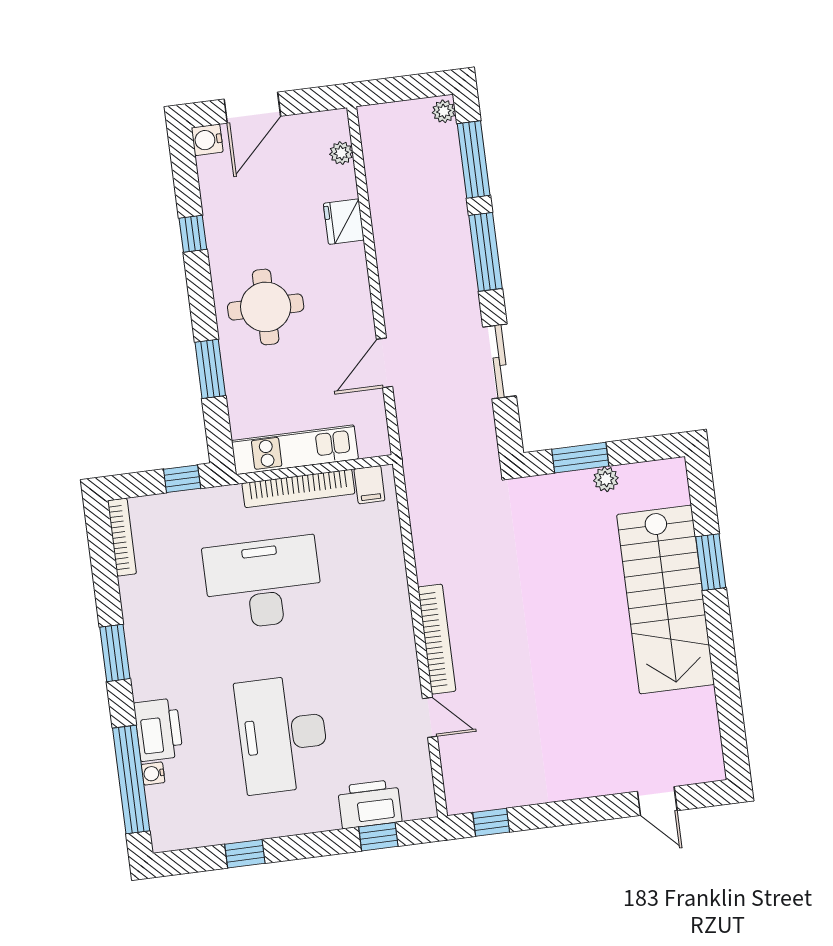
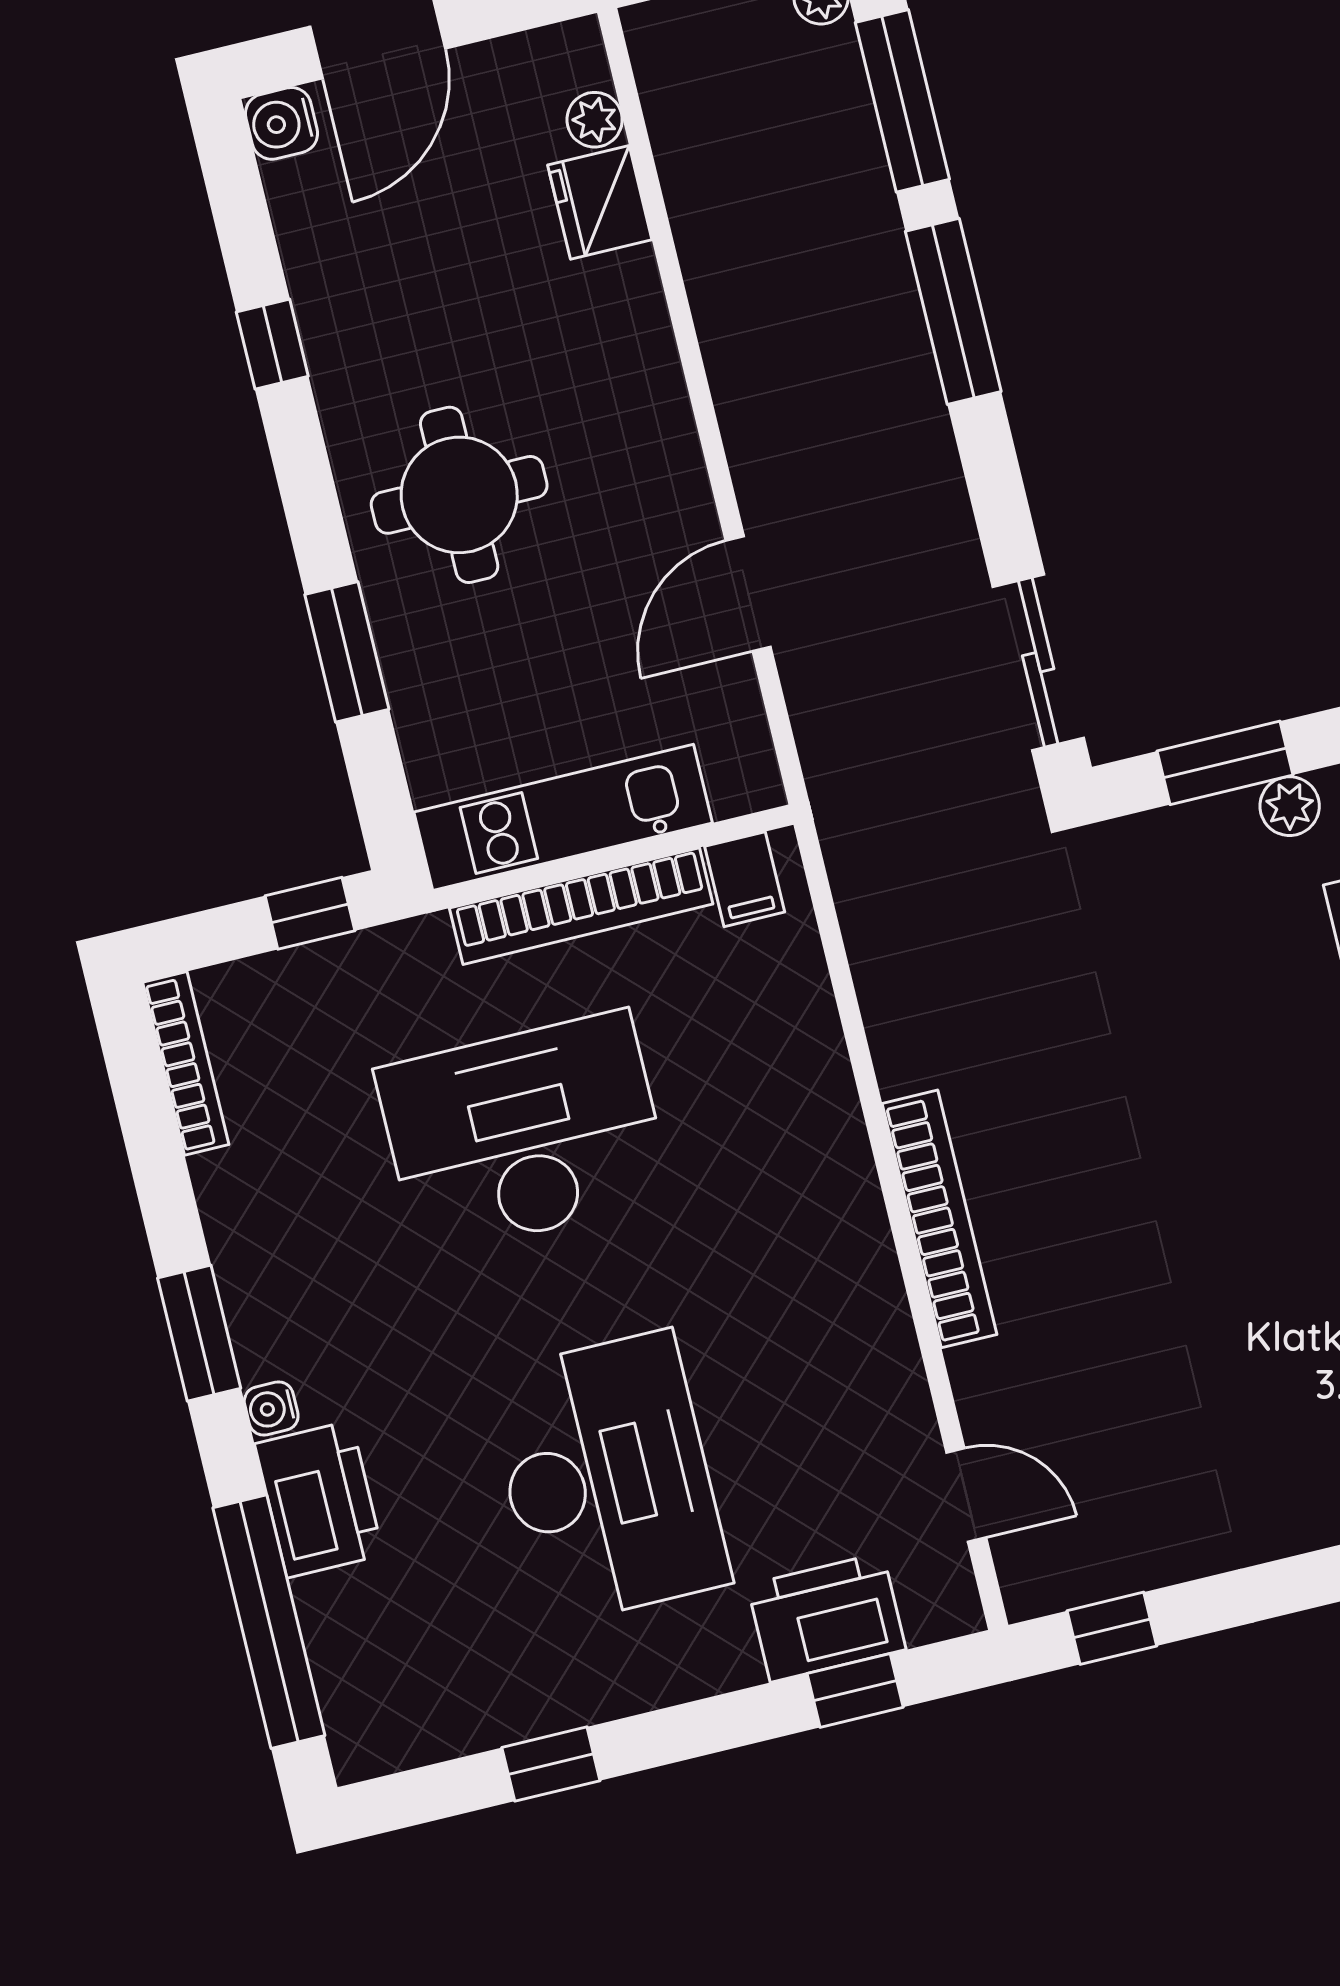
fridge: (344, 222) -> (600, 202), moved
sliding door: (500, 361) -> (1038, 662), moved
door: (430, 717) -> (966, 1495), moved
desk: (282, 734) -> (607, 1478), turned 180
water cooler: (153, 773) -> (271, 1409), moved

